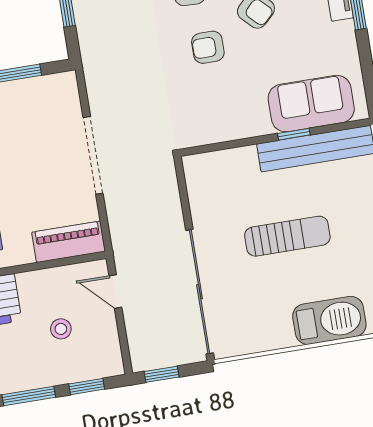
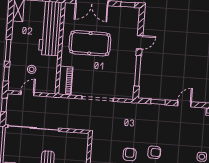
door: (115, 292) -> (27, 93), moved

